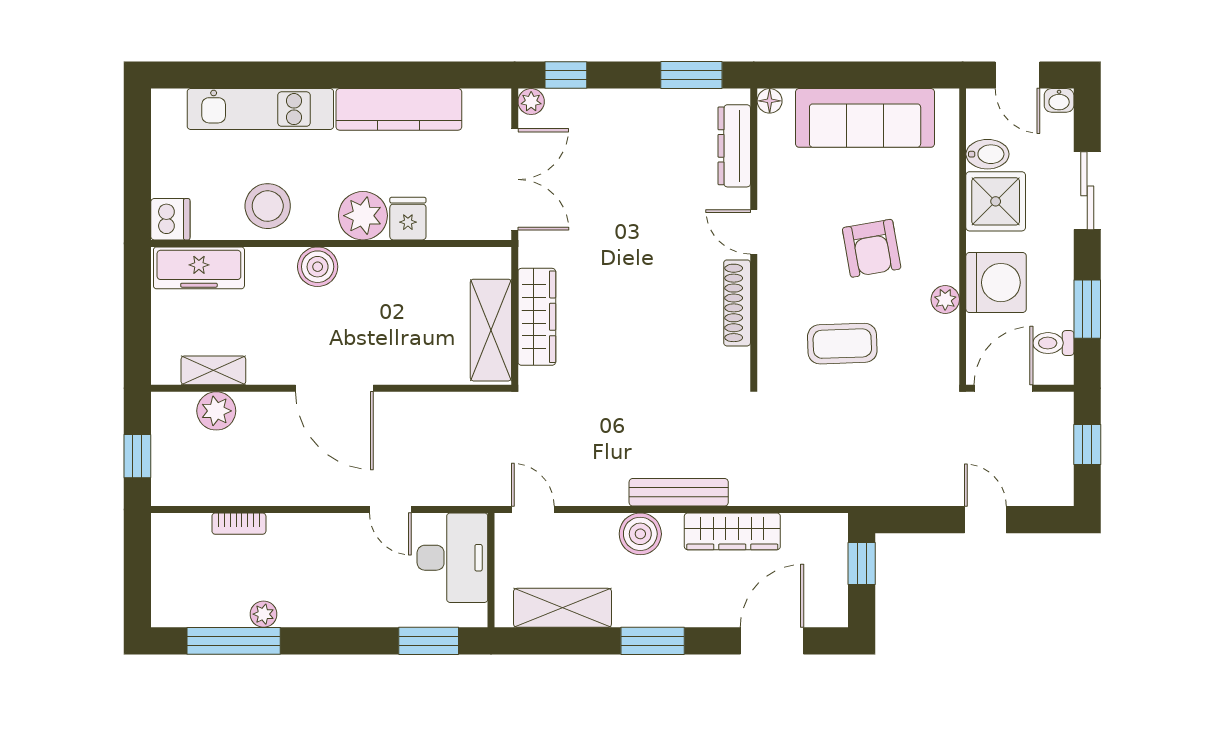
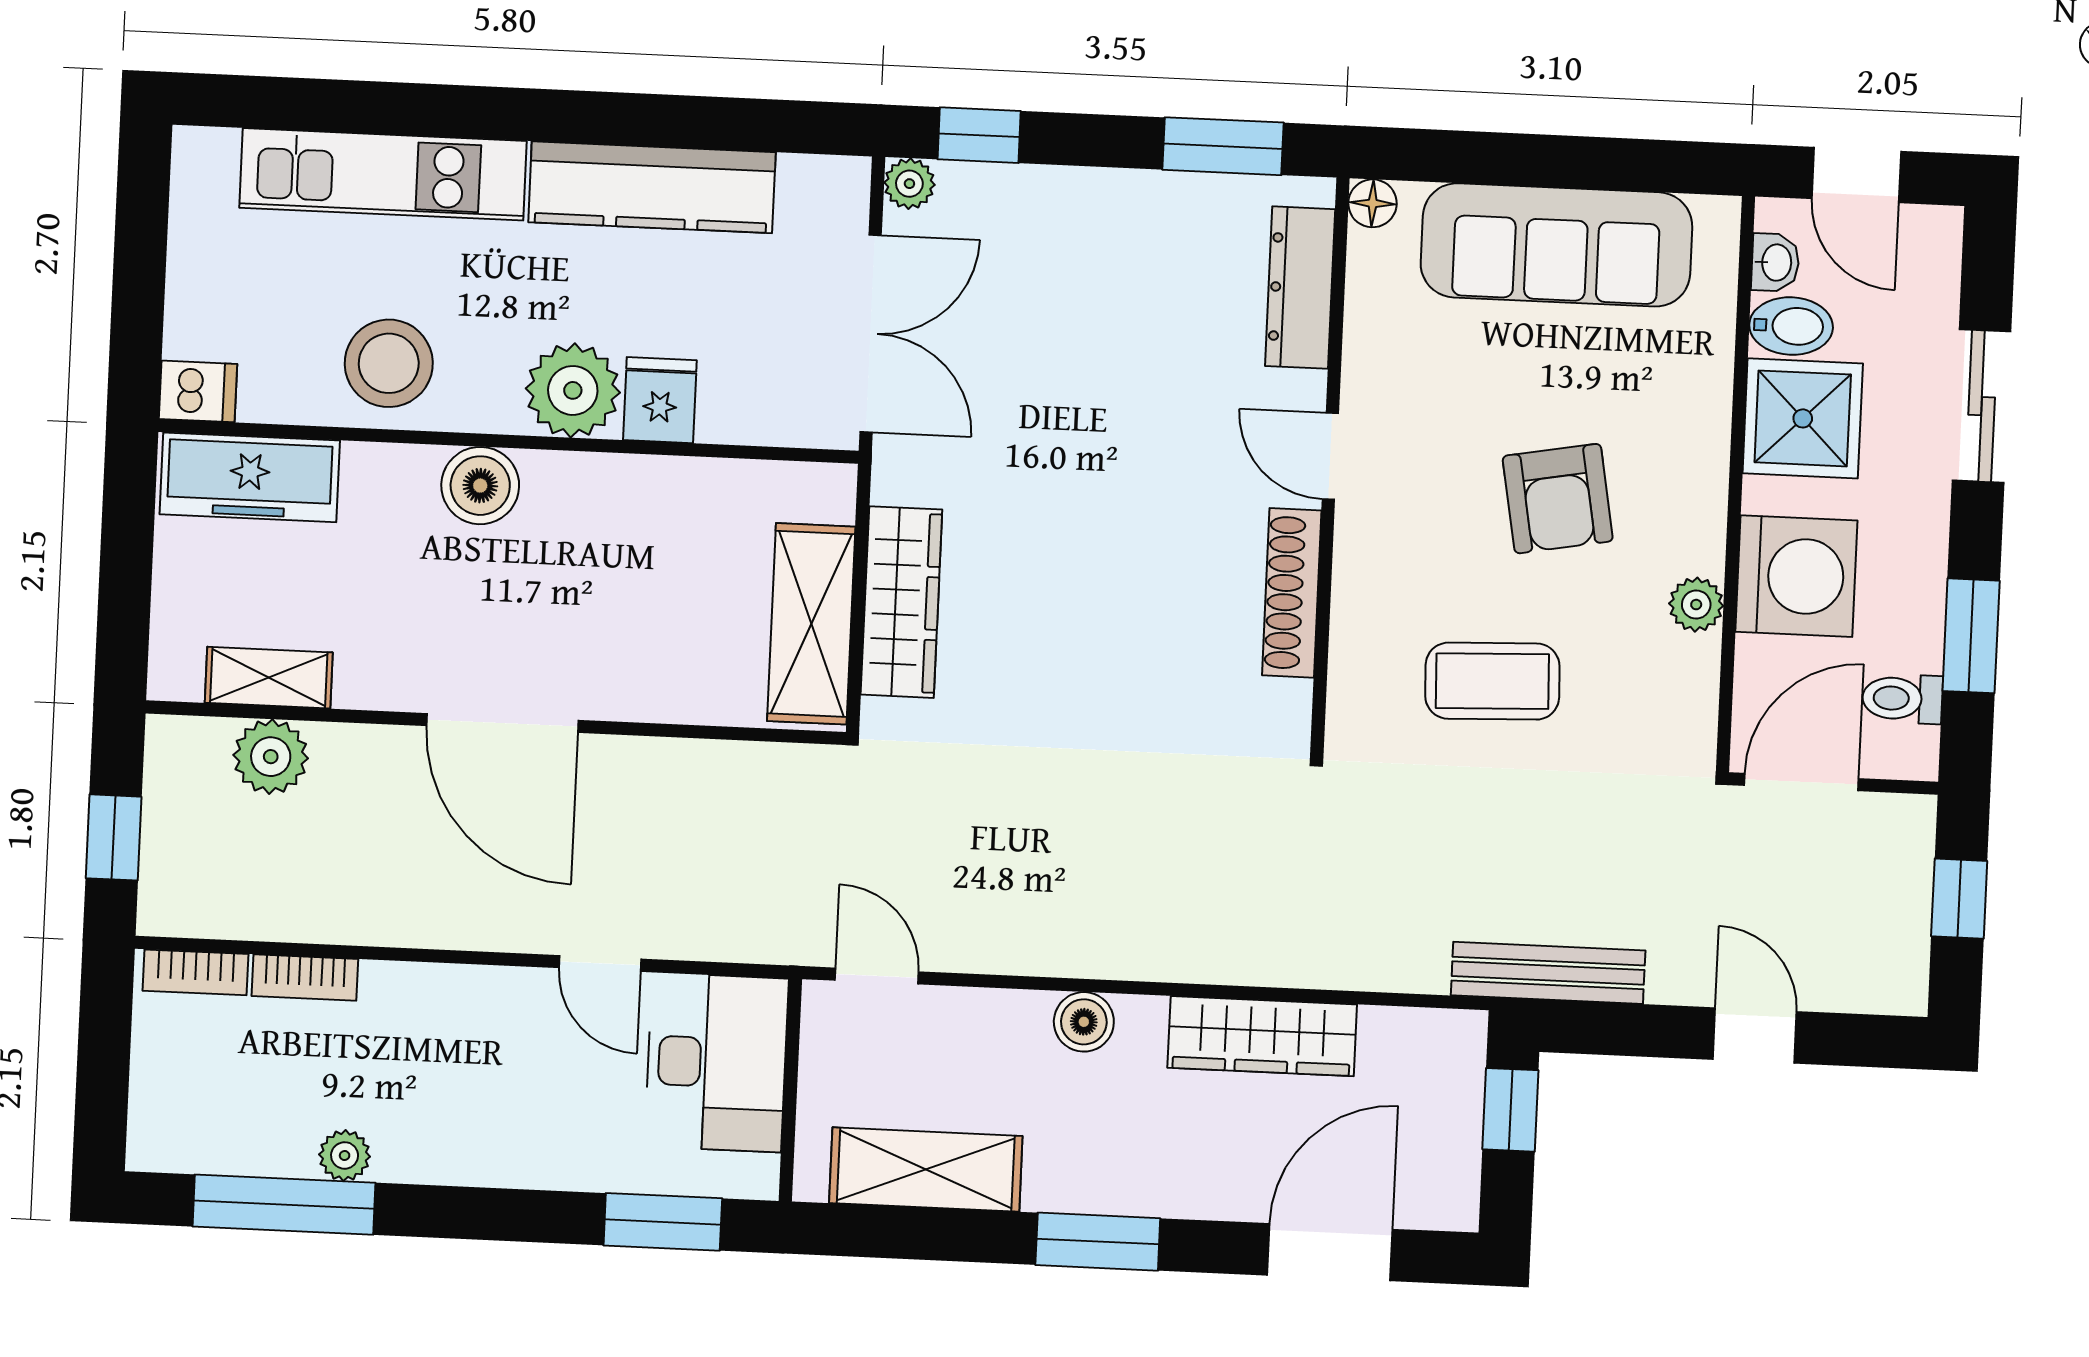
washbasin: (1059, 100) -> (1775, 262), moved, turned -90
dishwasher: (170, 219) -> (198, 391), width x0.73
bench: (679, 492) -> (1548, 973), moved
bookcase: (183, 524) -> (196, 972), added
boiler: (640, 534) -> (1084, 1022), width x0.73, depth x0.73

